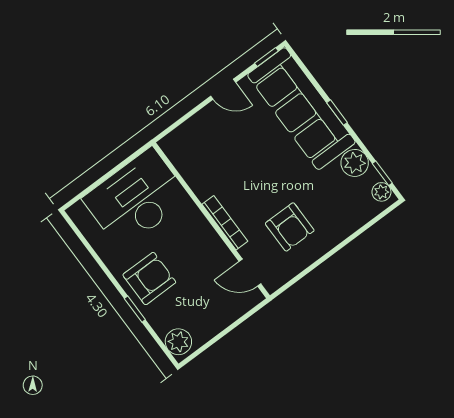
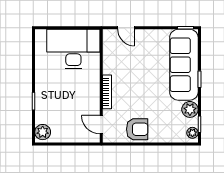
door: (223, 89) -> (126, 28), moved
armchair: (290, 227) -> (137, 129), moved, turned -90
armchair: (149, 279) -> (51, 92), removed

